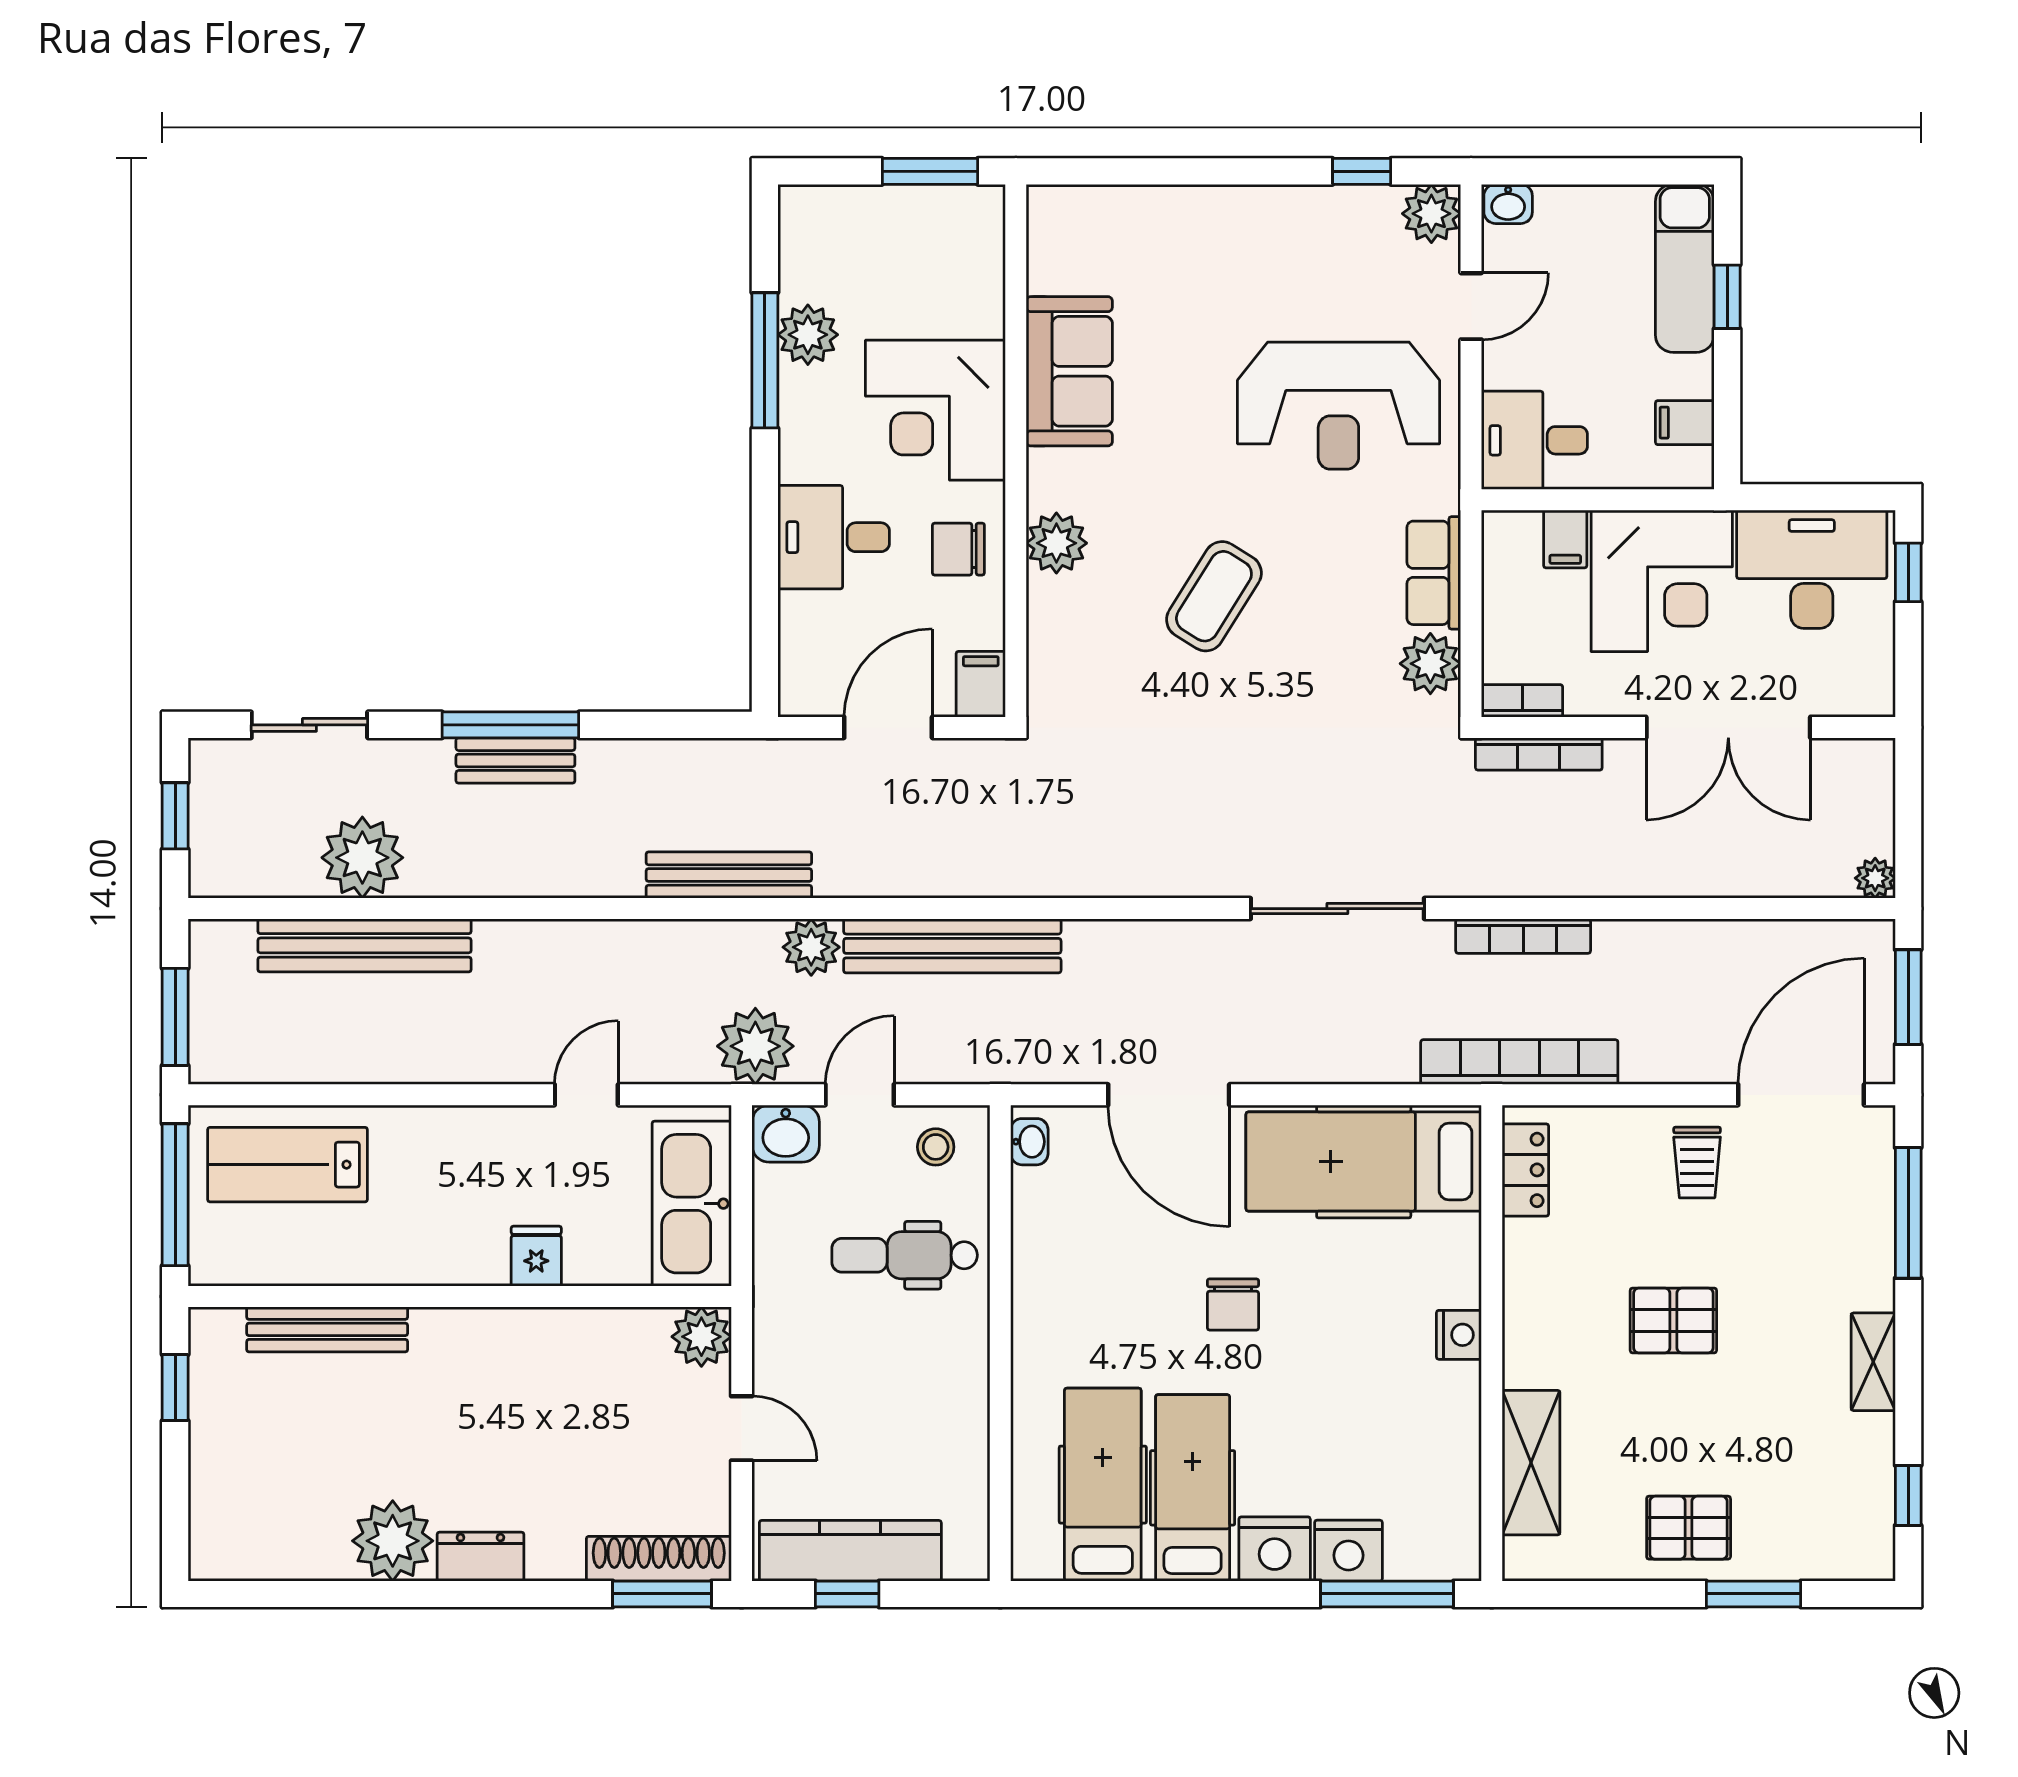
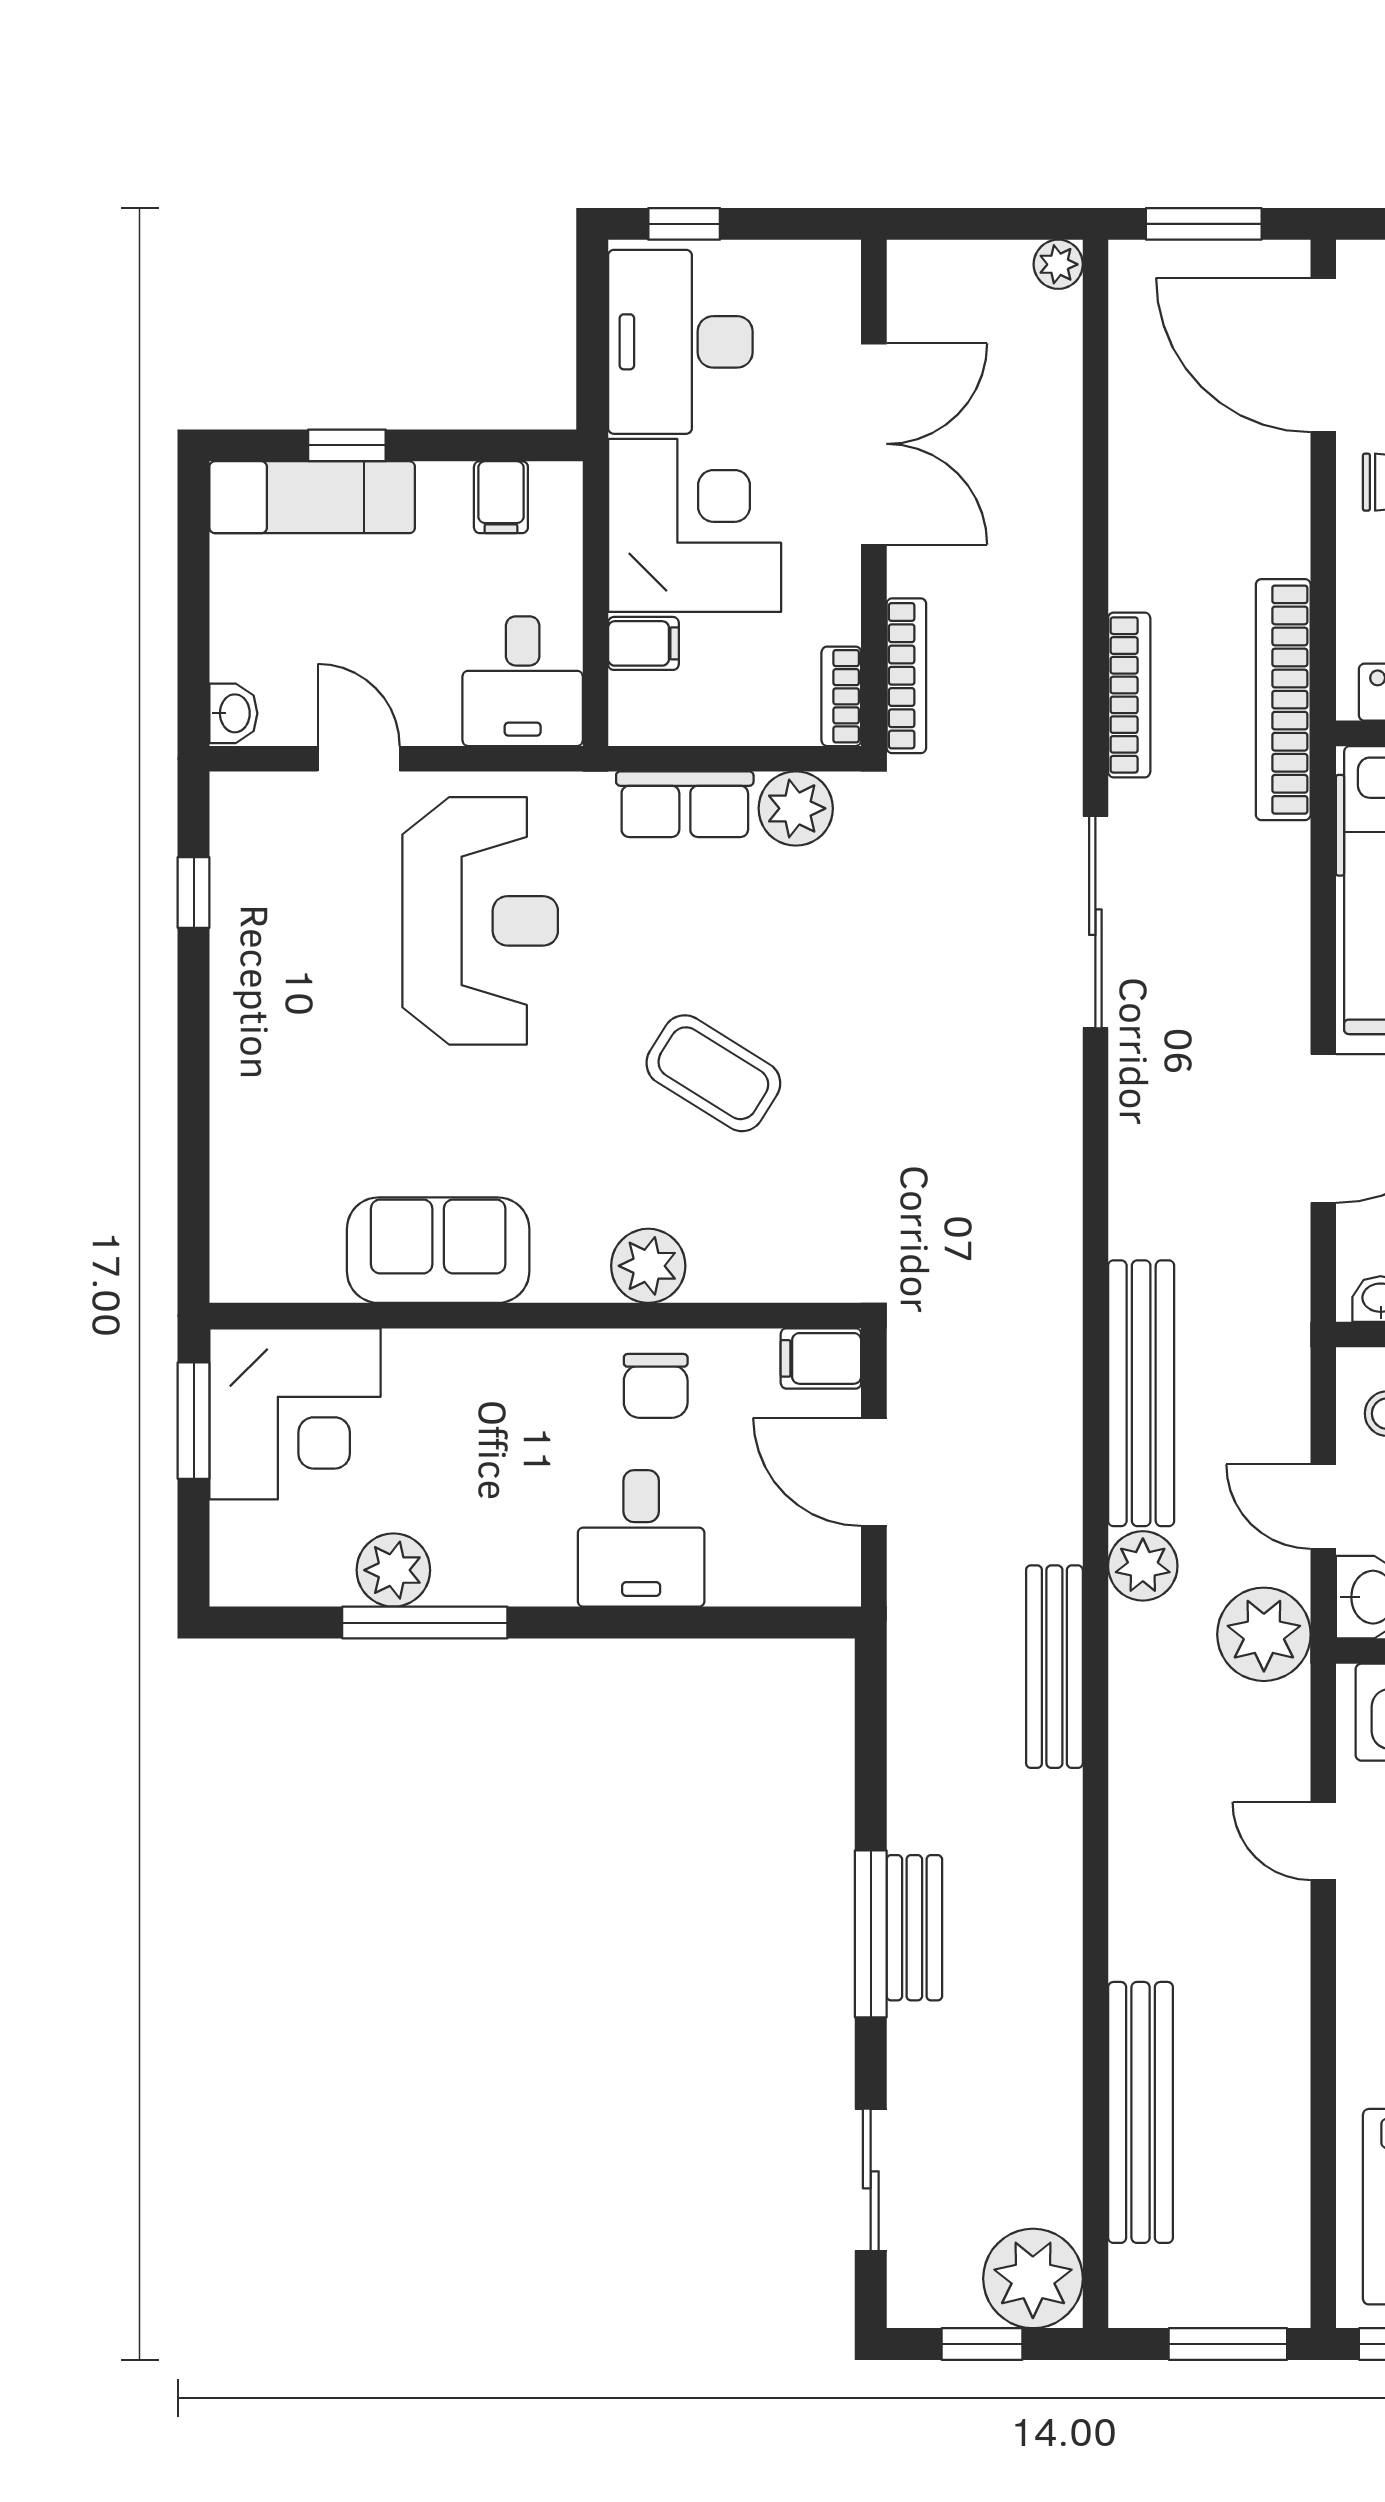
plant: (1431, 214) -> (245, 807), removed
corner desk: (935, 410) -> (295, 1414), moved
plant: (362, 858) -> (1033, 2278), moved

